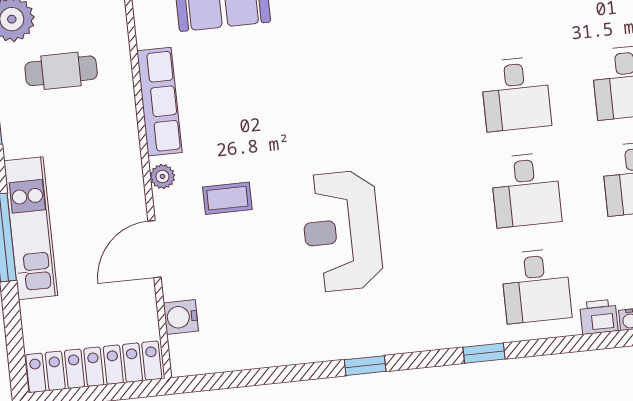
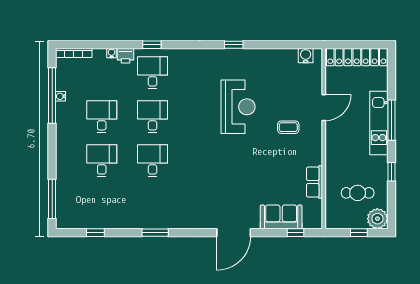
row of seats: (159, 102) -> (314, 182), width x0.68
plant: (162, 177) -> (317, 140), removed
water cooler: (181, 317) -> (306, 56), moved, turned -90
window: (484, 353) -> (152, 45), moved

